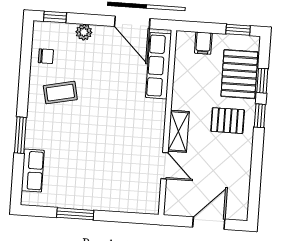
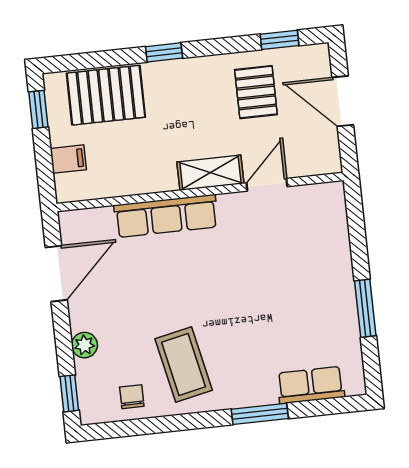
row of seats: (159, 66) -> (166, 216), moved
window: (262, 81) -> (279, 40), moved
coffee table: (60, 93) -> (184, 364), width x1.36, depth x1.30
pallet: (228, 121) -> (256, 92), moved

